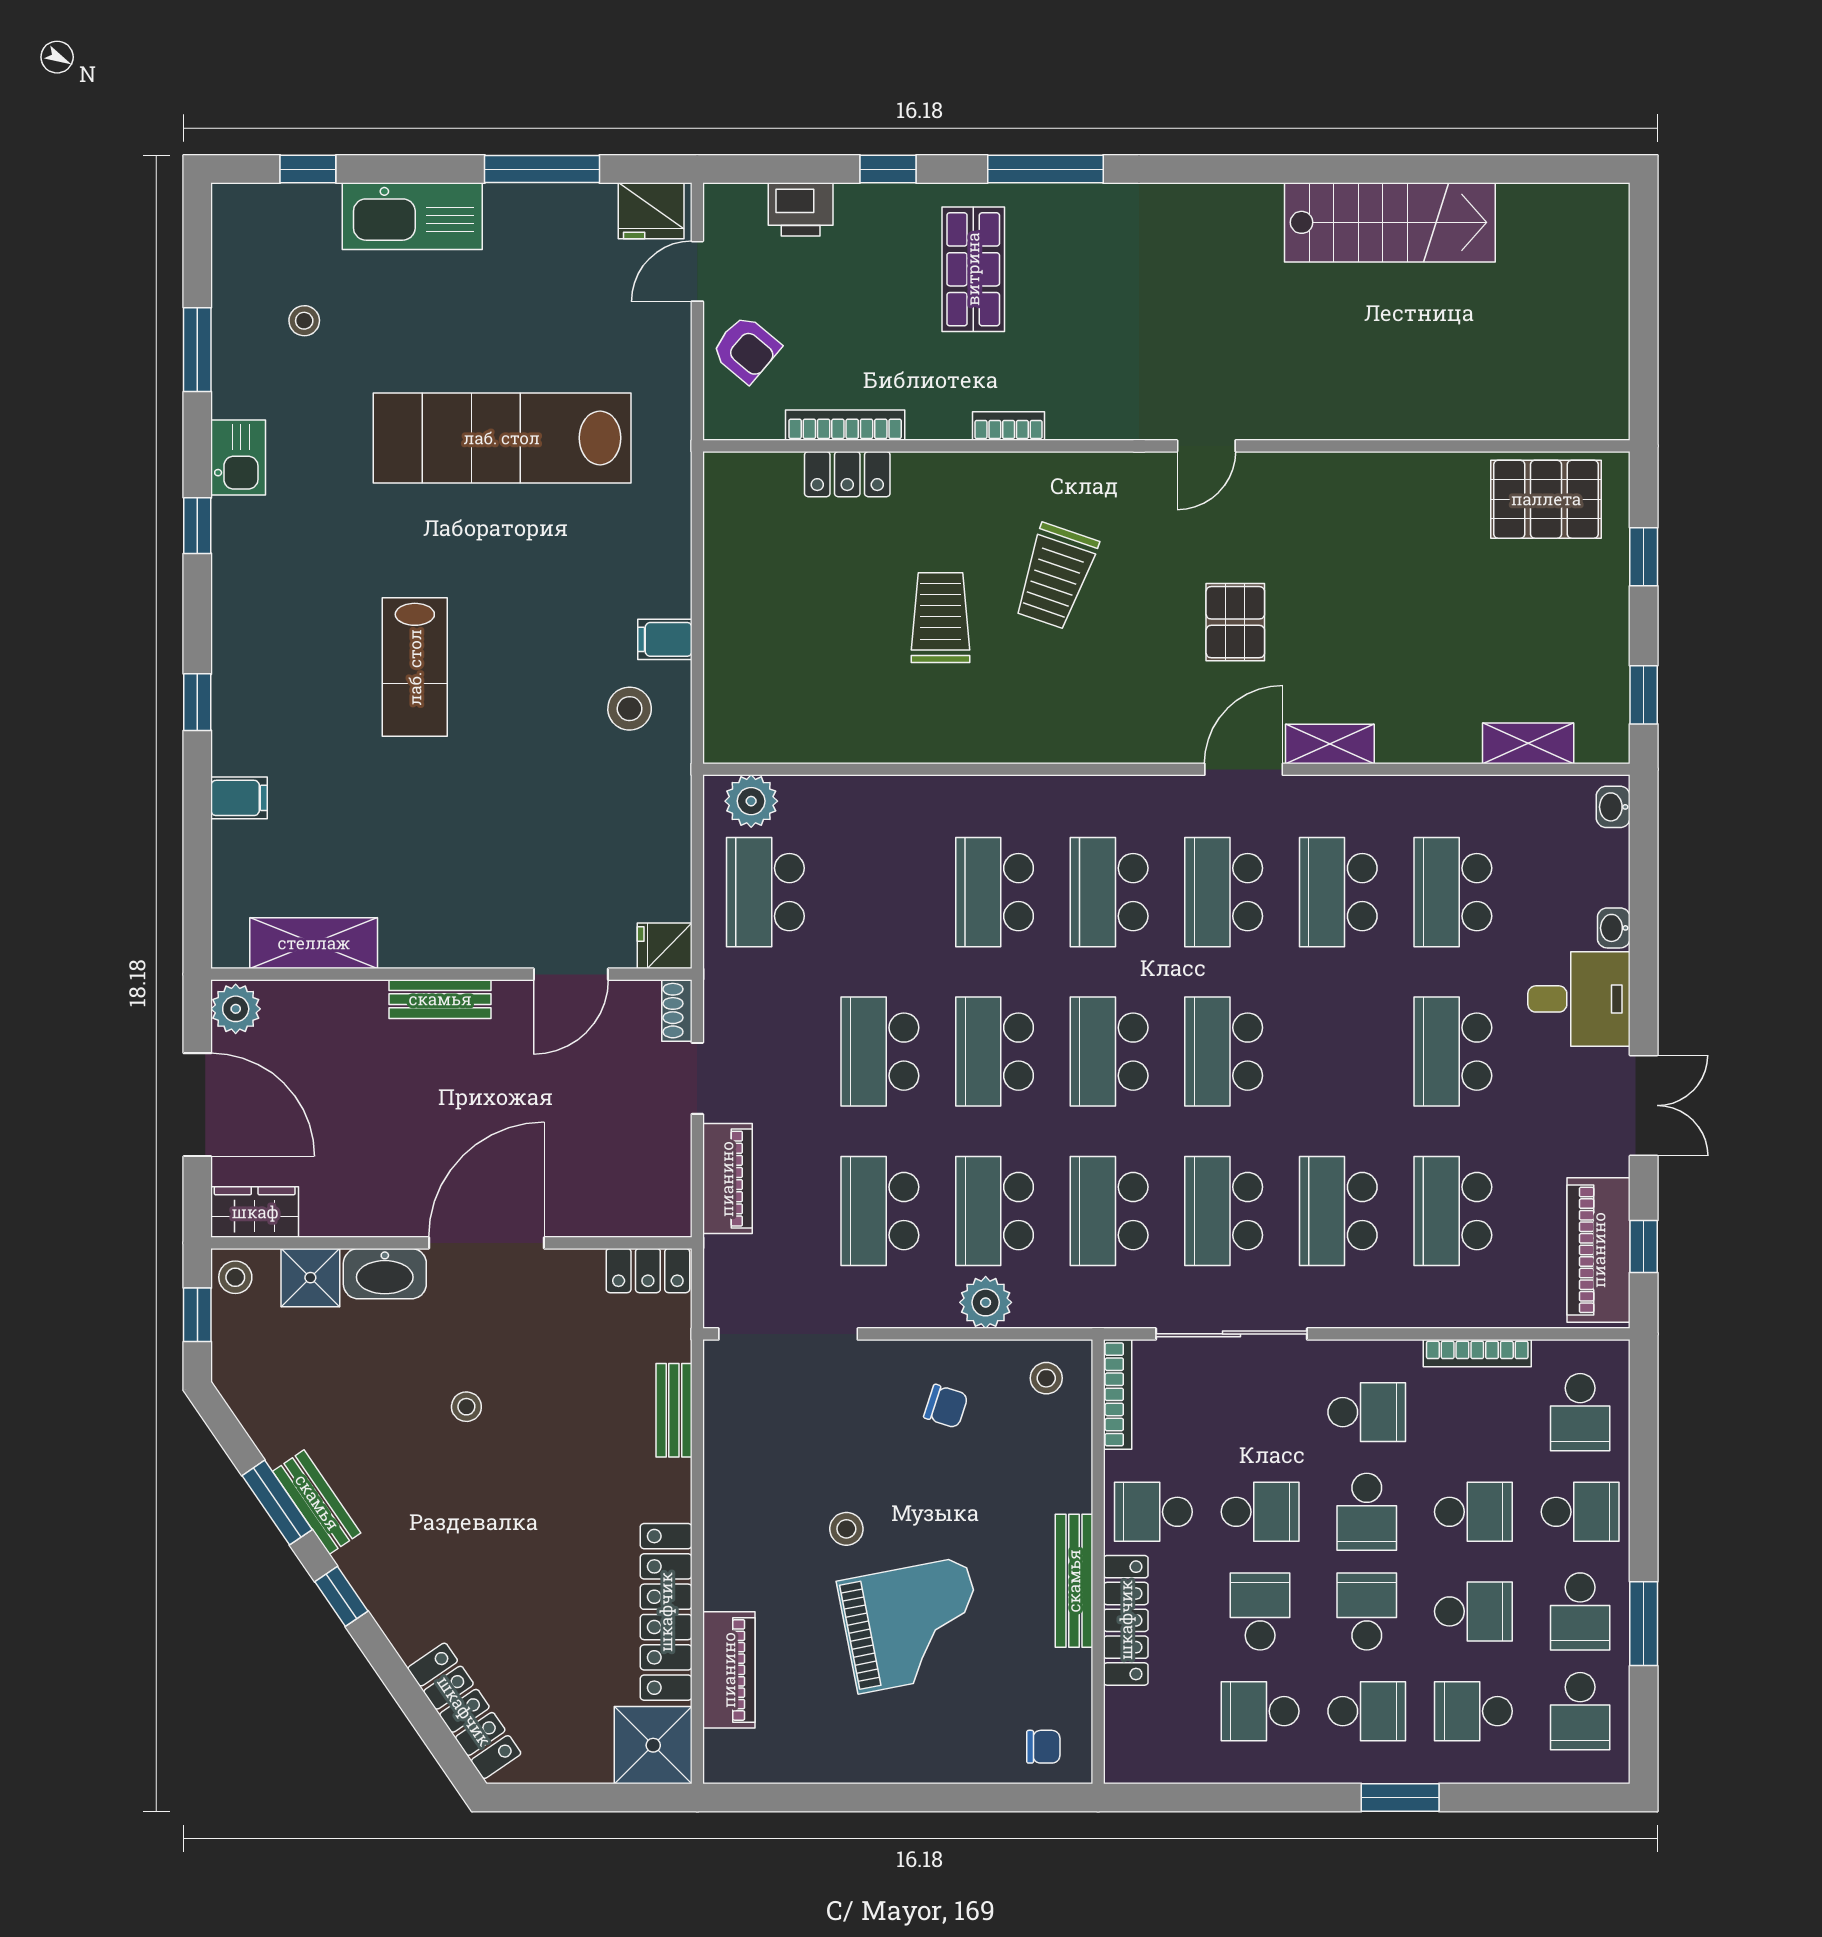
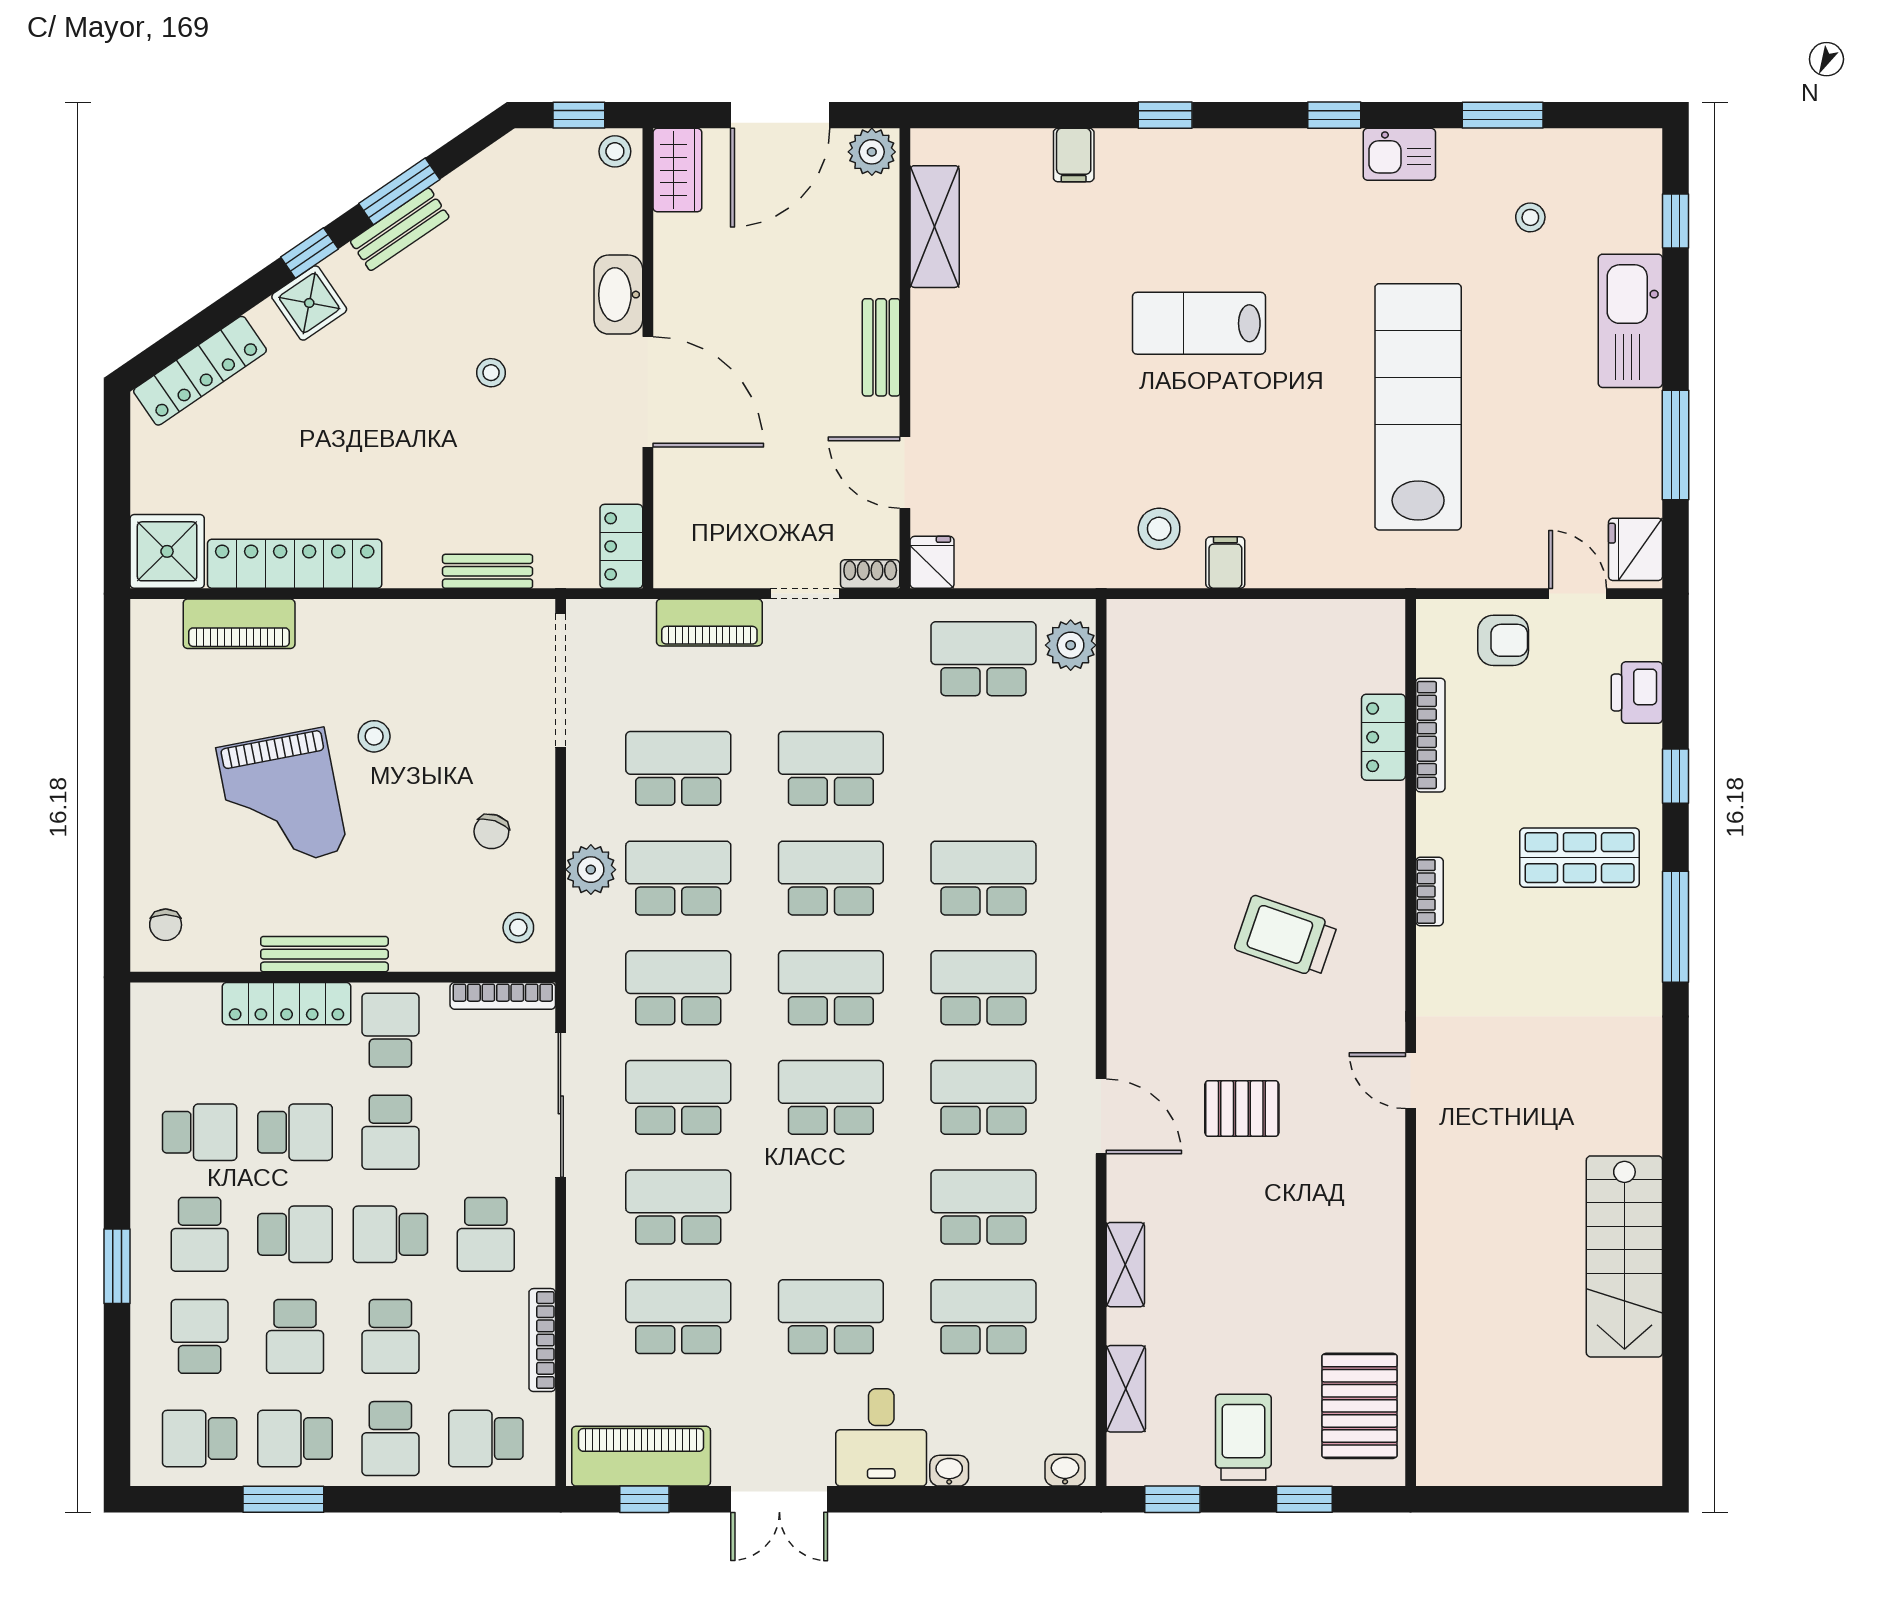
armchair: (746, 349) -> (1503, 640), turned -130
trolley: (941, 618) -> (1243, 1437), moved, turned -90
shelving: (1330, 744) -> (1125, 1265), moved
shower: (310, 1278) -> (309, 303), moved, turned -34
school desk: (1260, 1711) -> (200, 1132), turned 90

